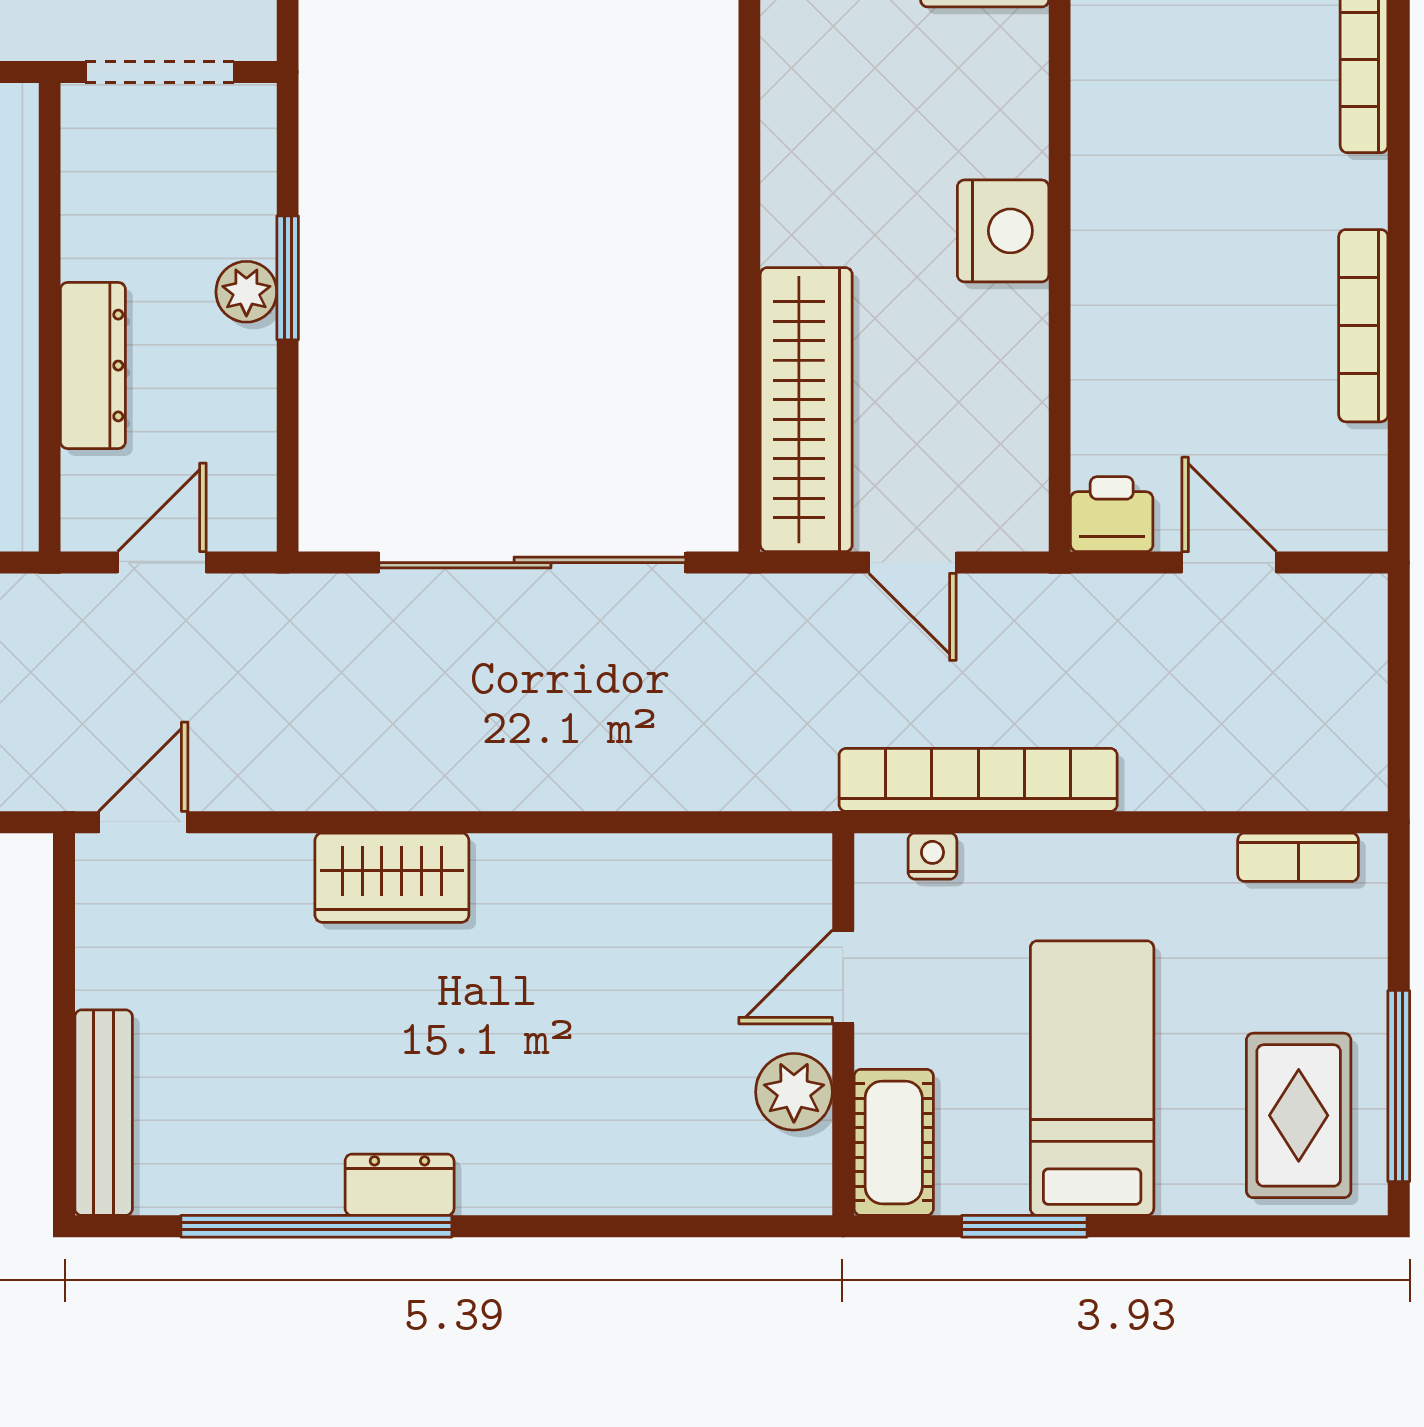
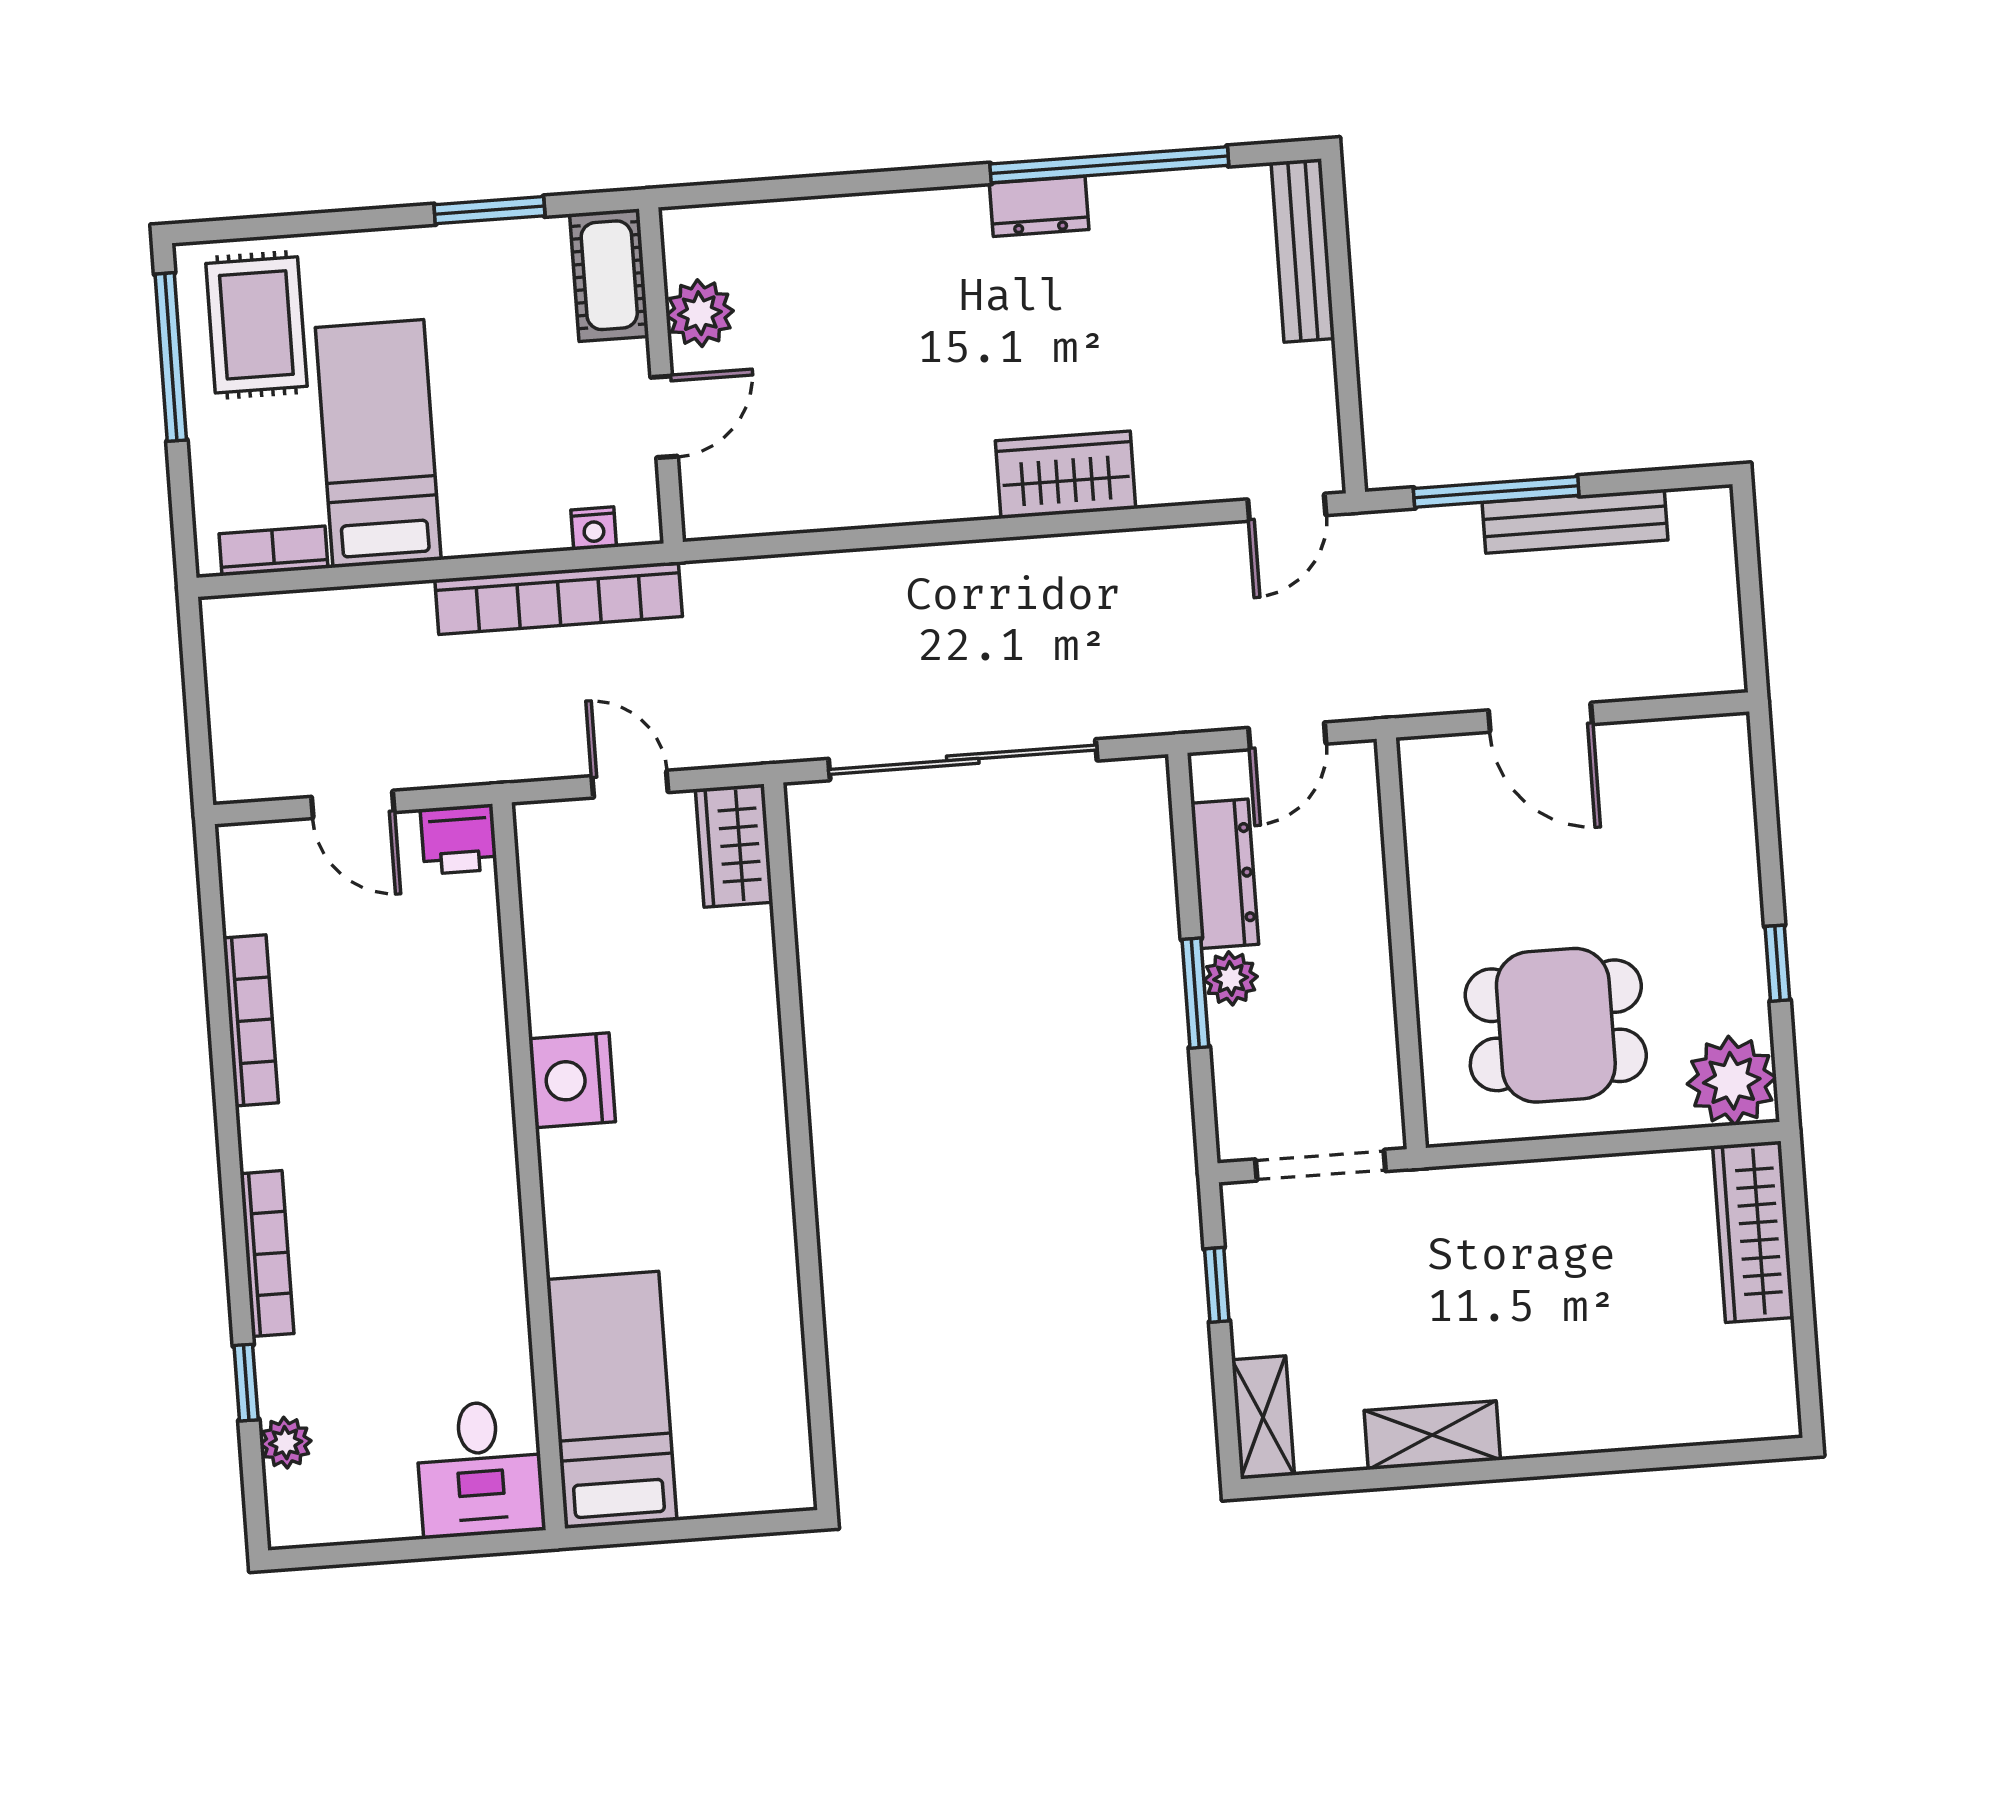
dresser: (93, 366) -> (1225, 874), moved, turned 180
wardrobe: (806, 410) -> (734, 846), width x0.48, depth x0.85
bed: (1092, 1078) -> (378, 444), moved, turned 180

